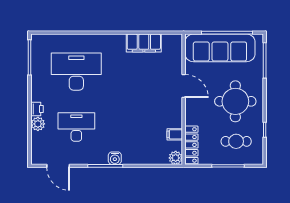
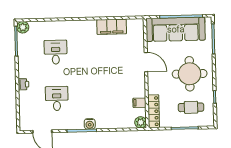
desk: (76, 72) -> (56, 52), width x0.53, depth x0.77
plant: (38, 124) -> (23, 27), moved
desk: (76, 127) -> (57, 99), width x0.73

